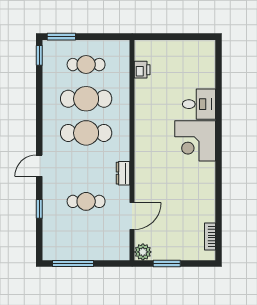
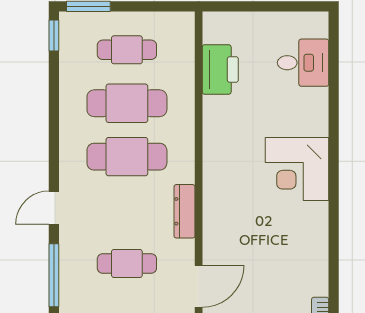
printer: (142, 70) -> (220, 69), width x1.87, depth x1.48
desk: (199, 104) -> (303, 63), moved
dresser: (123, 173) -> (184, 211), width x1.44
window: (39, 209) -> (54, 275), width x2.17

